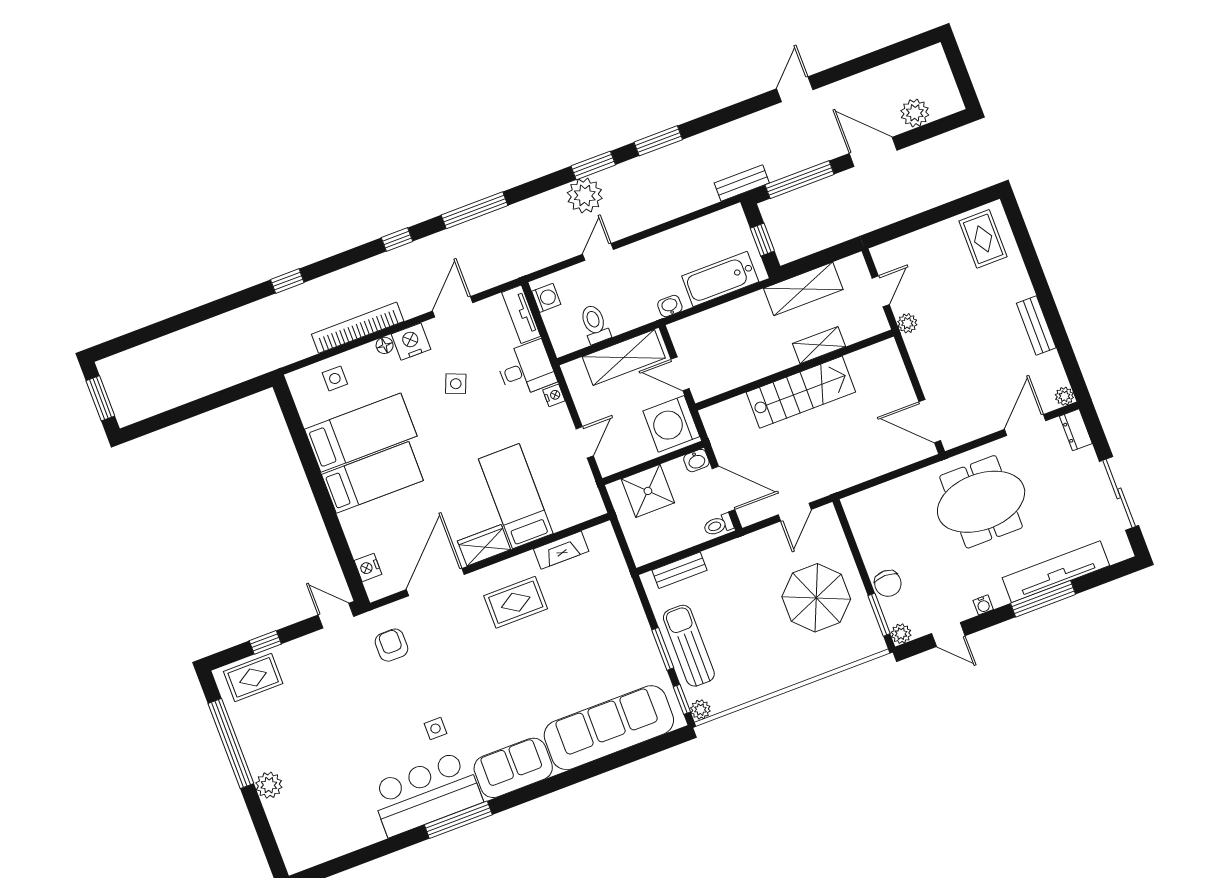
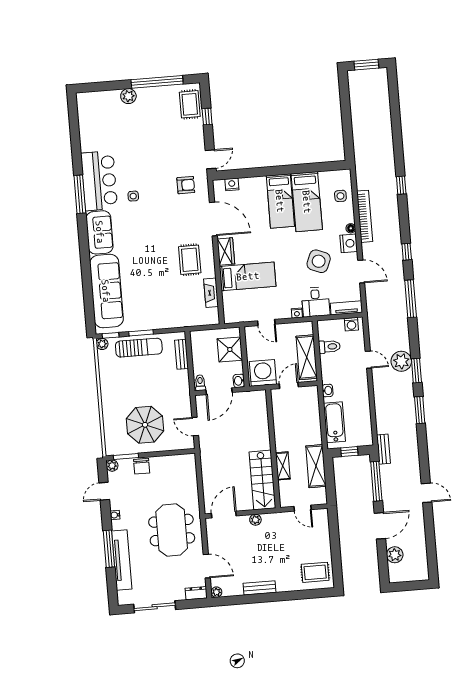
plant: (907, 323) -> (255, 520), moved
side table: (456, 384) -> (319, 261), width x1.87, depth x1.87
stairs: (801, 392) -> (262, 480), moved
chair: (888, 583) -> (142, 466), turned -90

